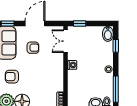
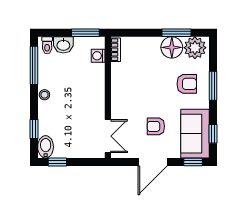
window: (80, 24) -> (57, 162), moved
washing machine: (72, 65) -> (98, 56), moved

